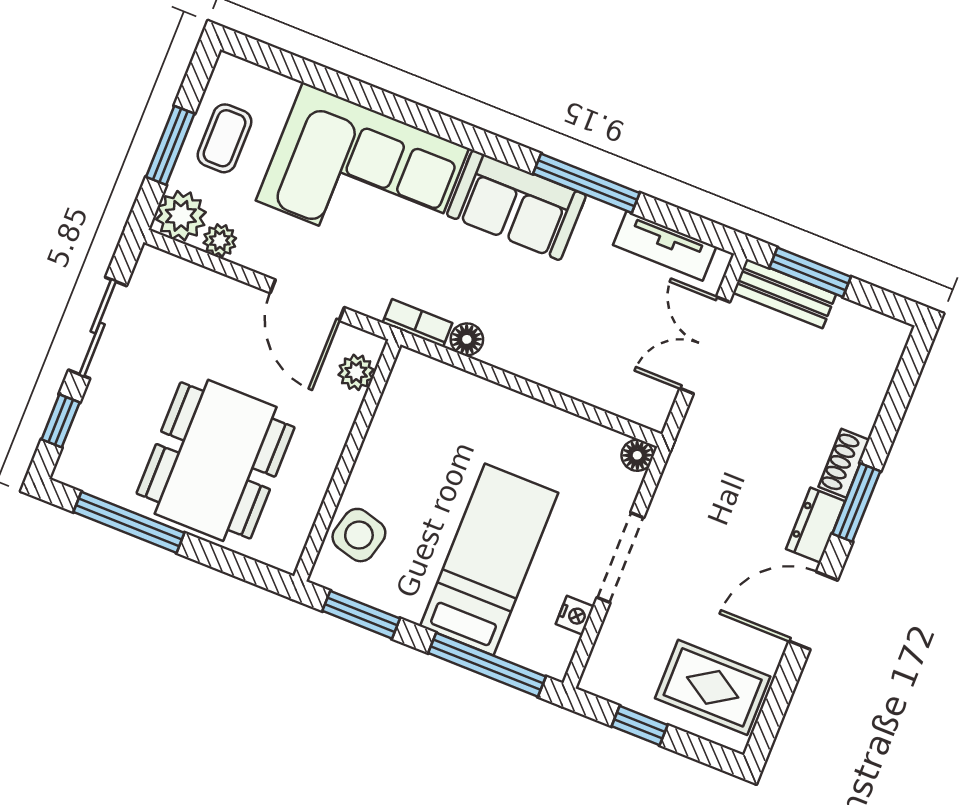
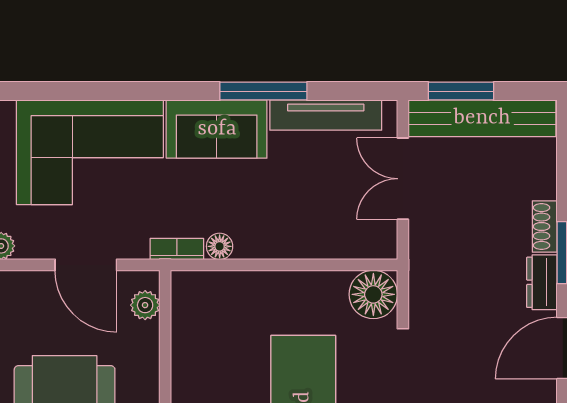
tv unit: (665, 246) -> (326, 115), width x1.41
bench: (784, 293) -> (482, 118), width x1.86, depth x1.21
floor lamp: (637, 455) -> (373, 294), width x1.89, depth x1.89

